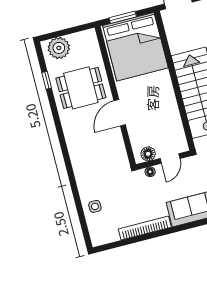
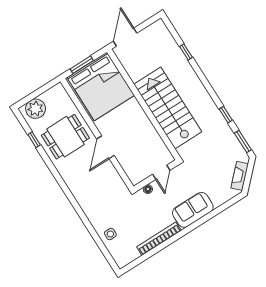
floor lamp: (148, 154) -> (141, 174), removed

